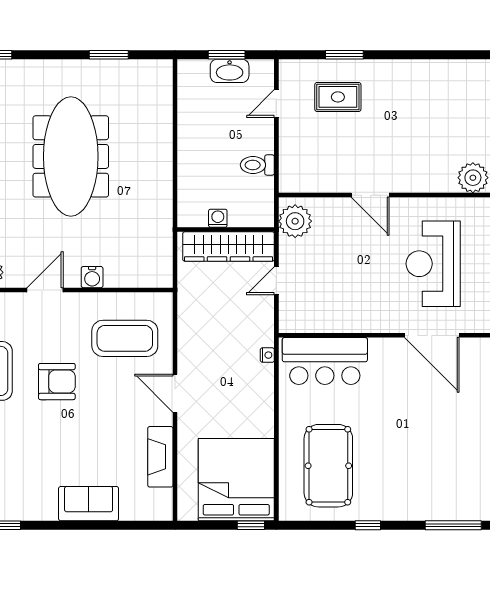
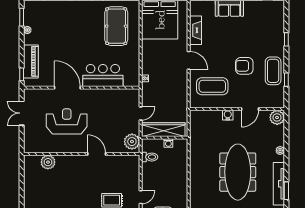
toilet: (257, 165) -> (150, 157), moved
reception desk: (433, 264) -> (67, 121), turned -90
bar counter: (325, 361) -> (103, 76), moved

